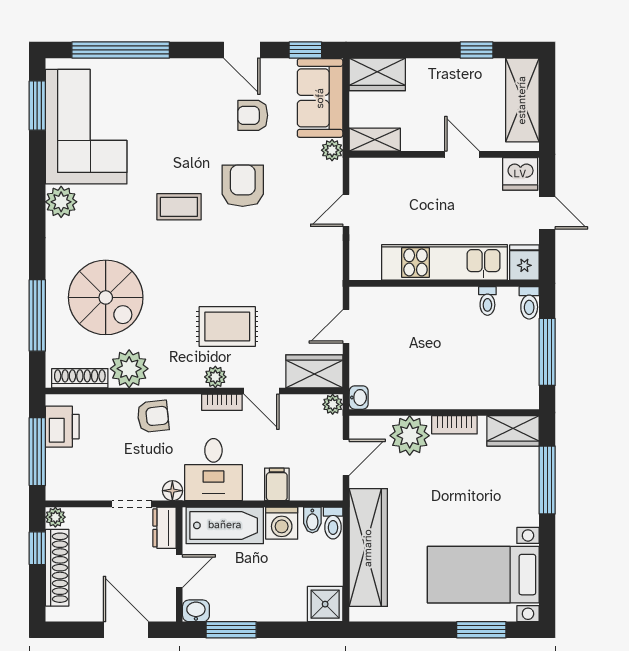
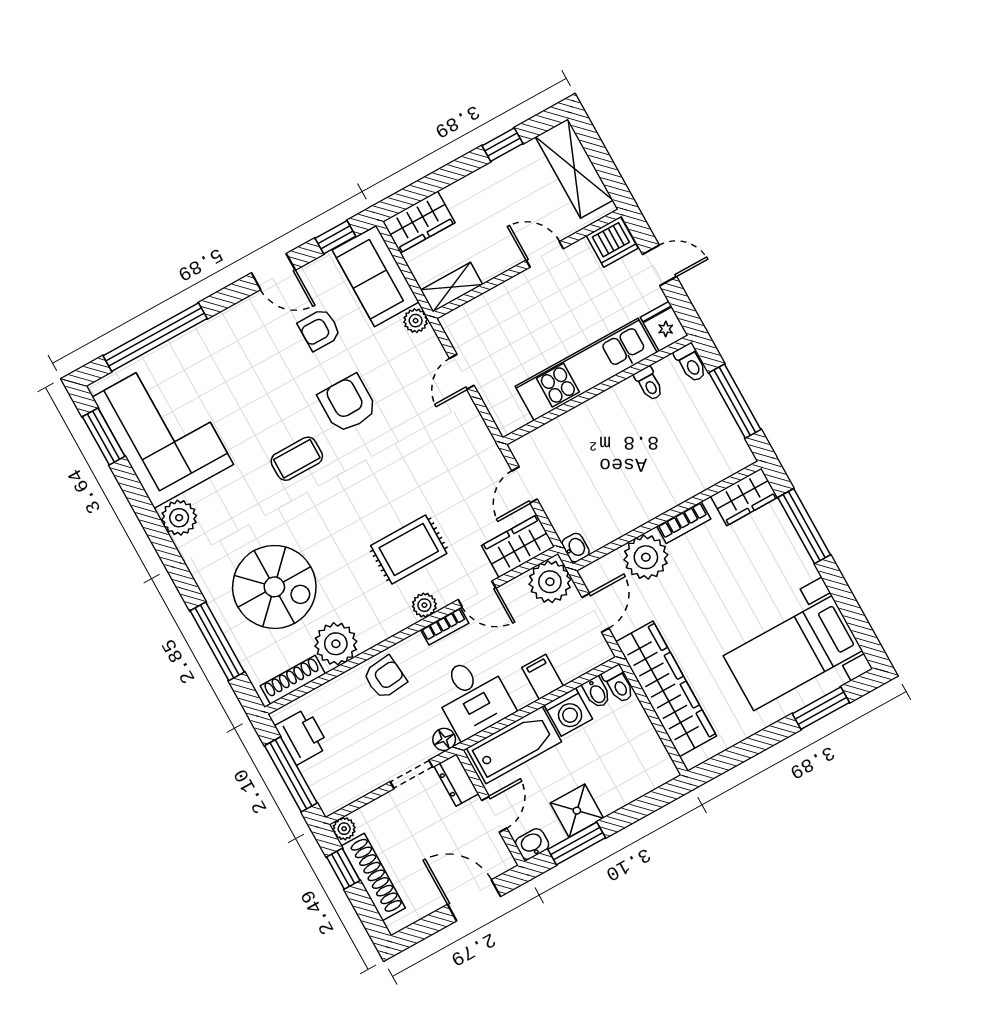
plant: (333, 404) -> (550, 582), width x1.87, depth x1.87
shower: (325, 604) -> (577, 811), moved

